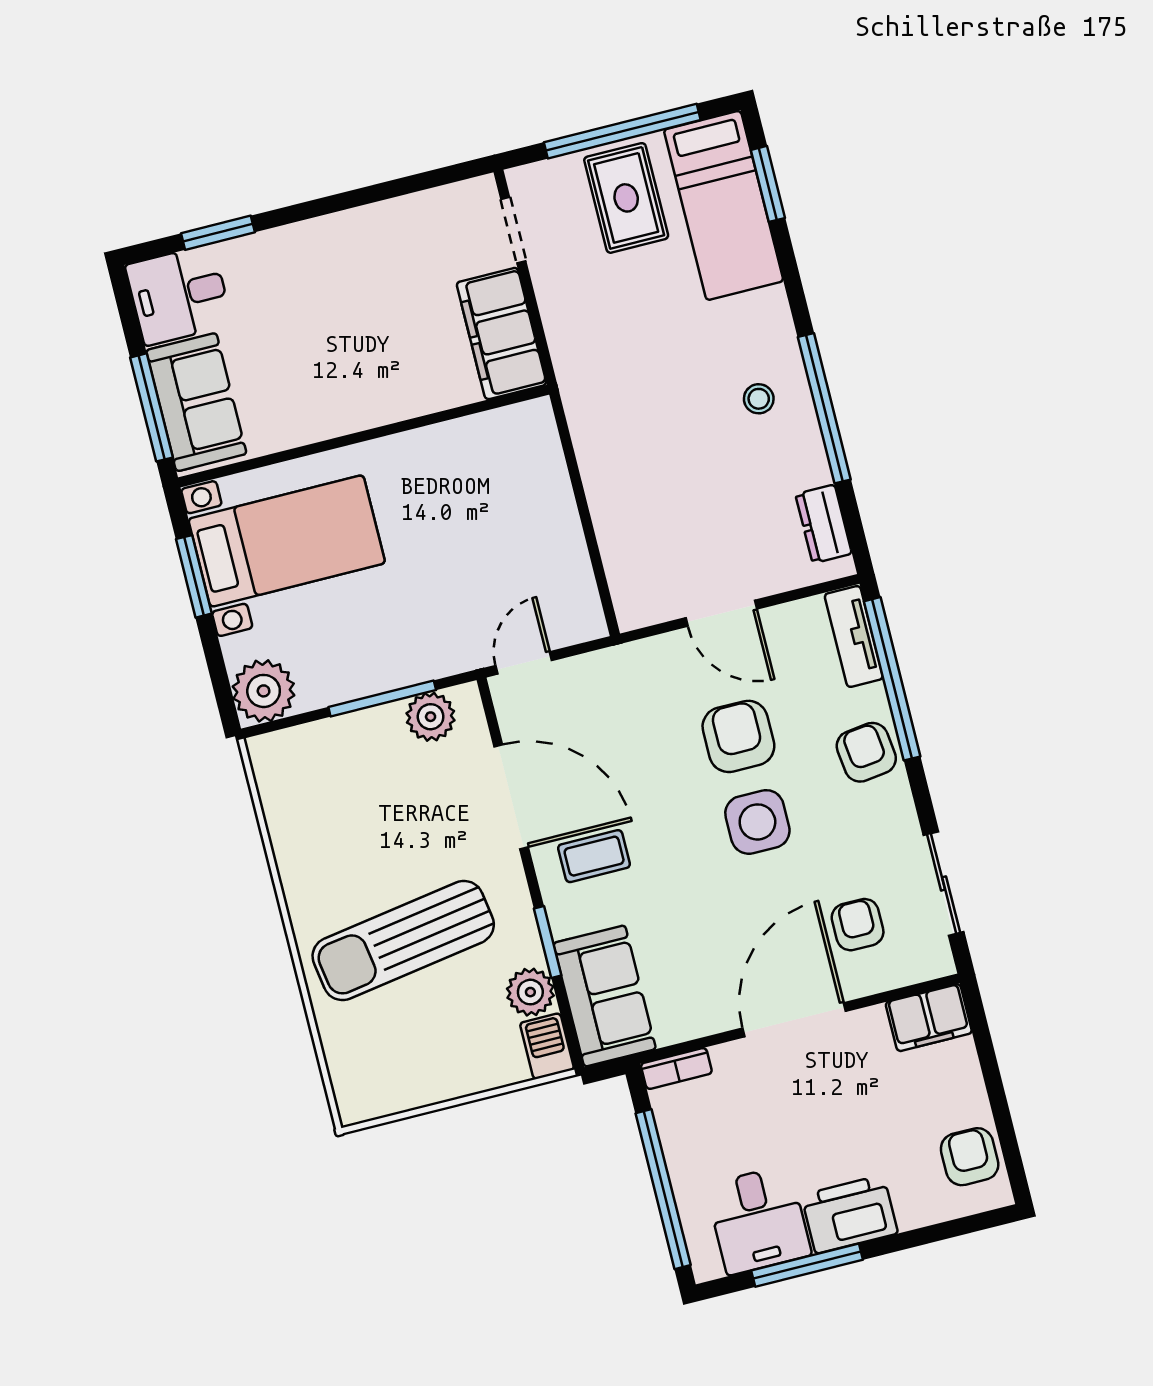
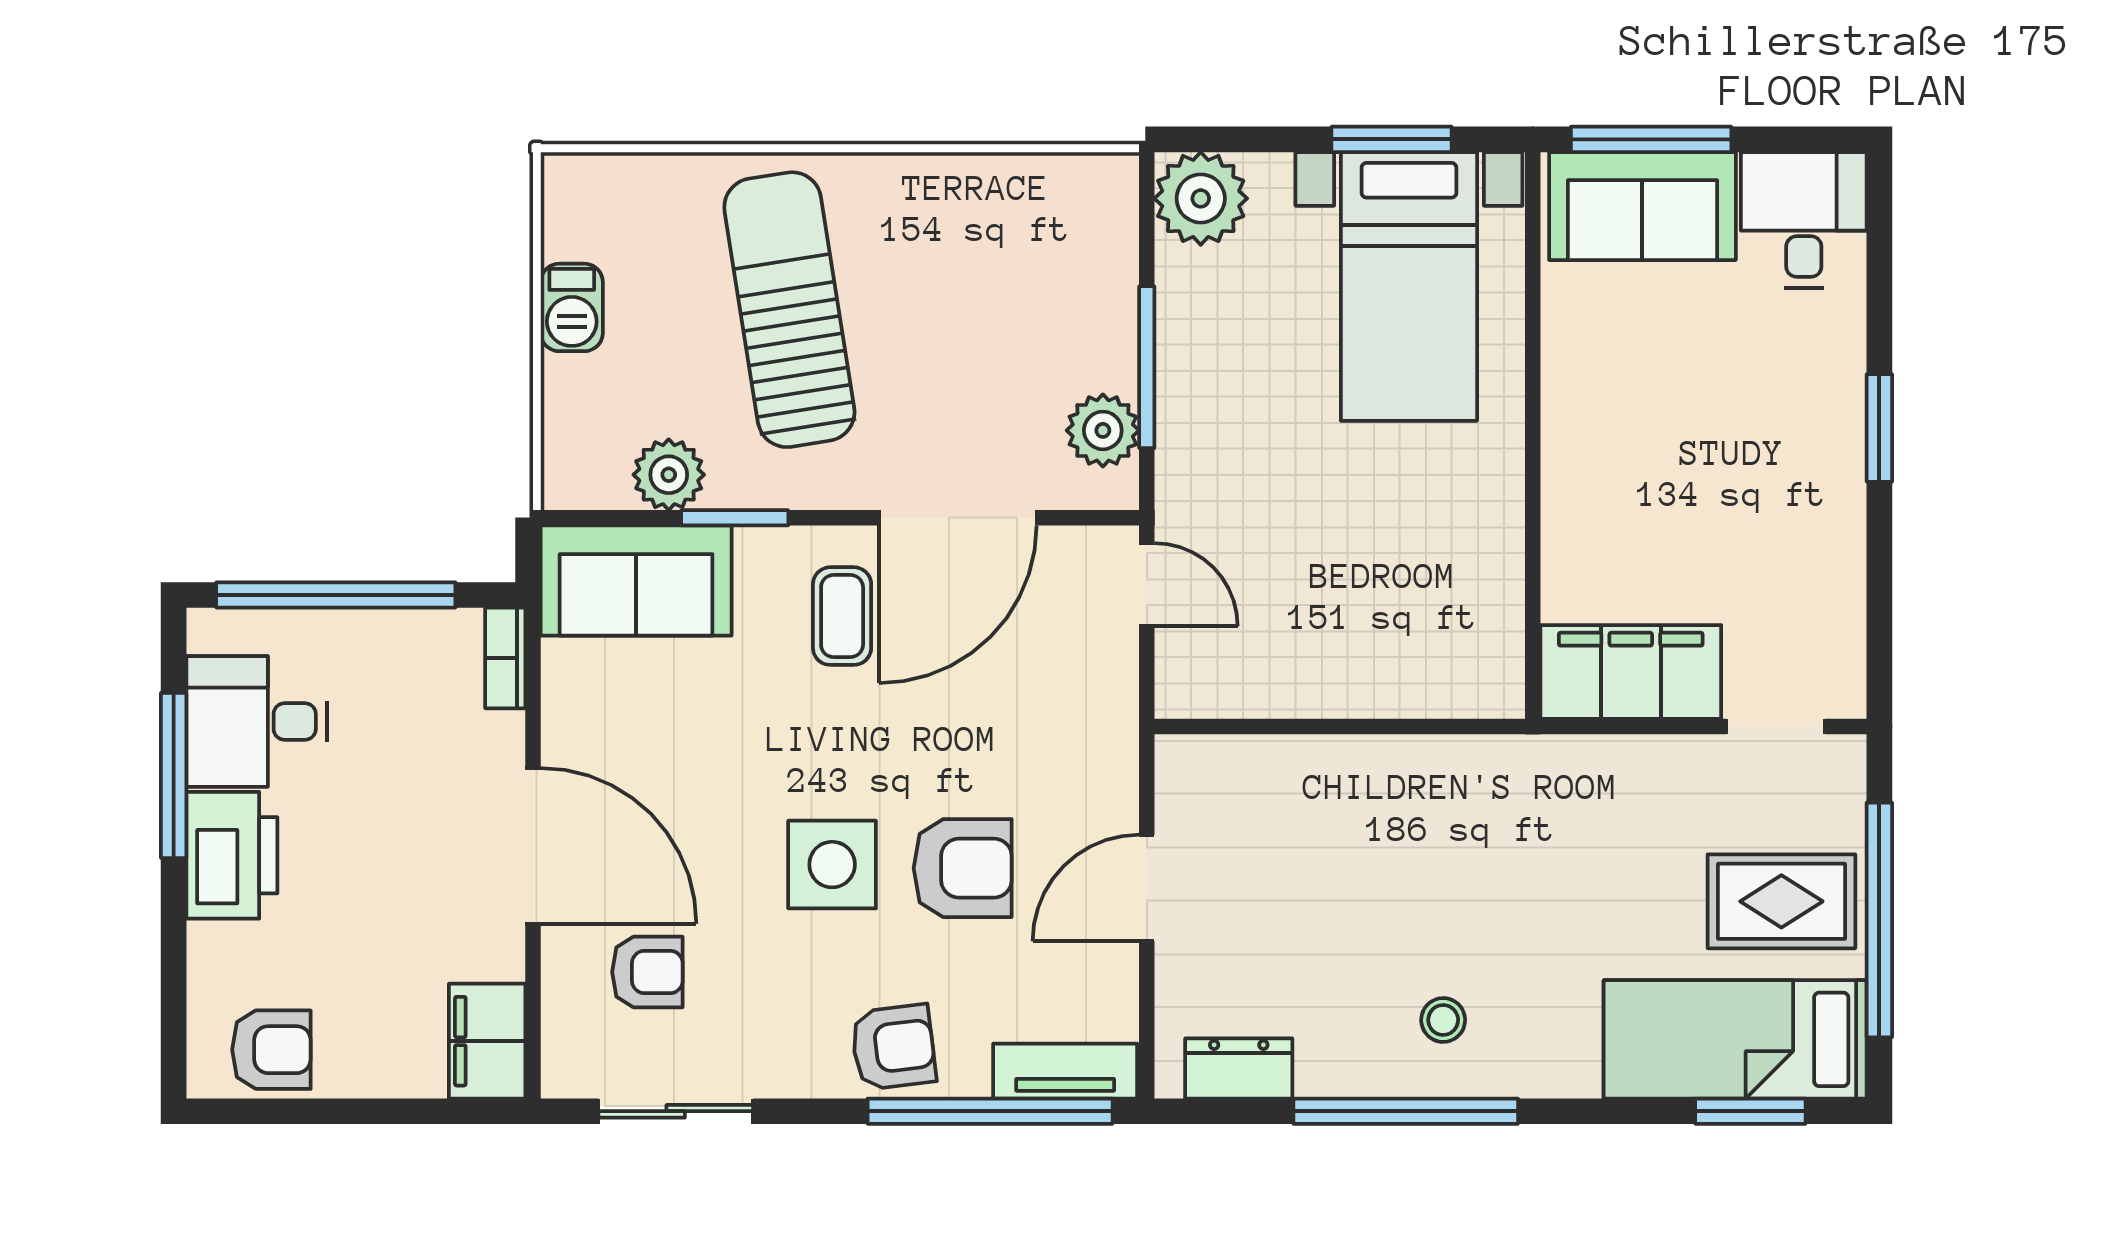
window: (218, 233) -> (1879, 428), moved
barbecue: (547, 1046) -> (572, 307), moved, turned 90

